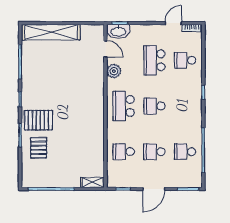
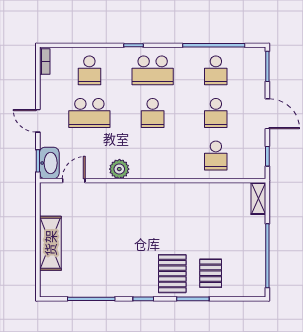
door: (173, 23) -> (38, 121), moved
shelving: (51, 32) -> (50, 243), width x0.68
plant: (114, 71) -> (119, 169), moved
school desk: (124, 106) -> (153, 70), moved
pallet: (39, 148) -> (211, 273), turned 90

